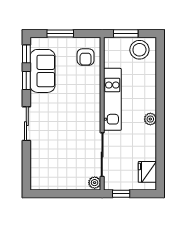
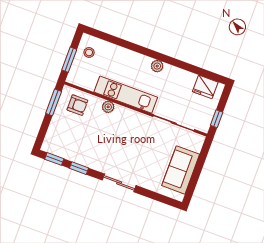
window: (60, 34) -> (54, 102), moved
stool: (139, 50) -> (89, 52), width x0.53, depth x0.53
sofa: (43, 71) -> (181, 170), moved, turned -90
plant: (95, 183) -> (108, 107), moved

